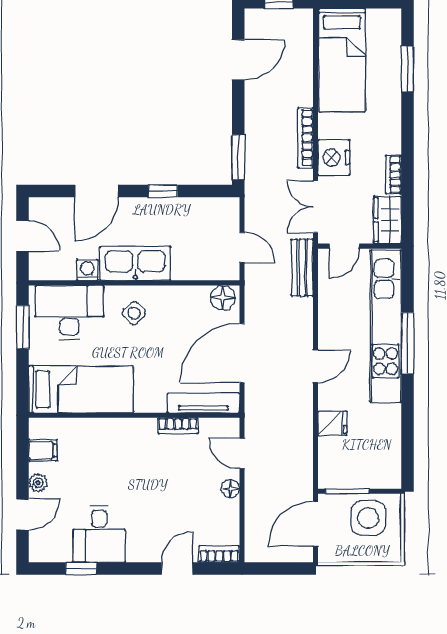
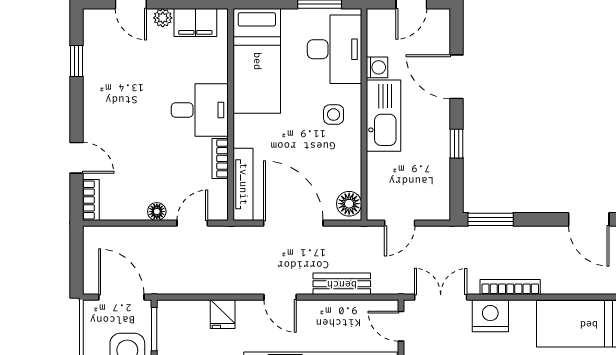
bench: (302, 268) -> (342, 284), moved
side table: (134, 313) -> (334, 115), turned 45
filing cabinet: (43, 450) -> (195, 23), width x2.00
desk: (99, 534) -> (200, 110), moved, turned 180

